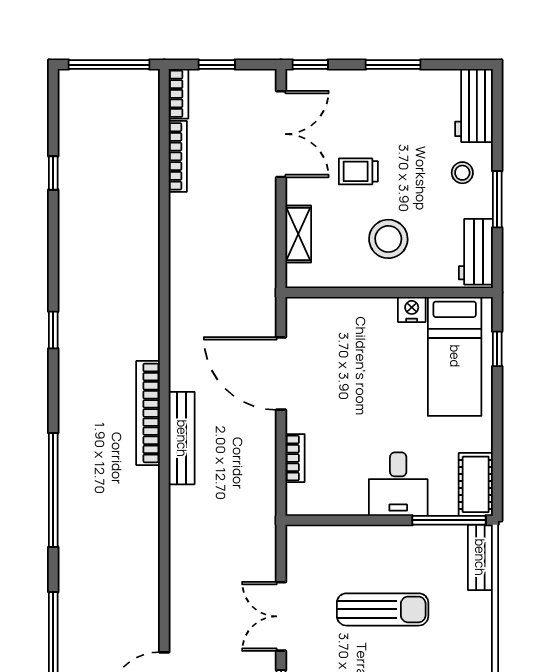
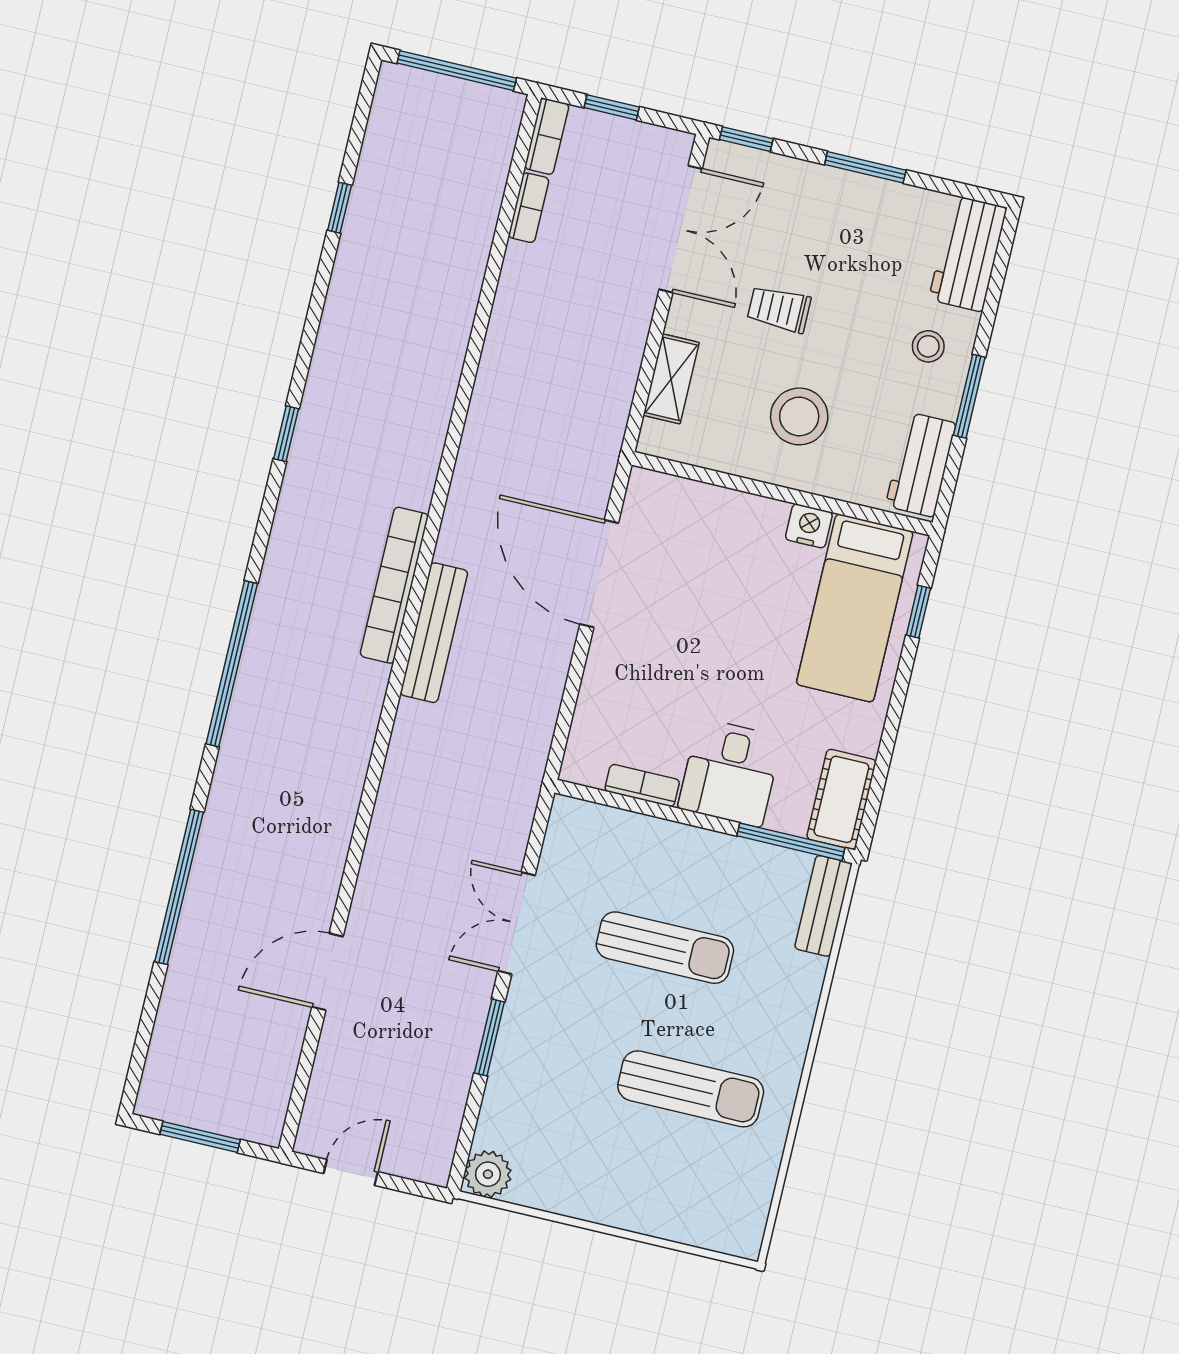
bookcase: (178, 156) -> (529, 208), width x0.64
bookcase: (295, 458) -> (642, 785), moved, turned -90

